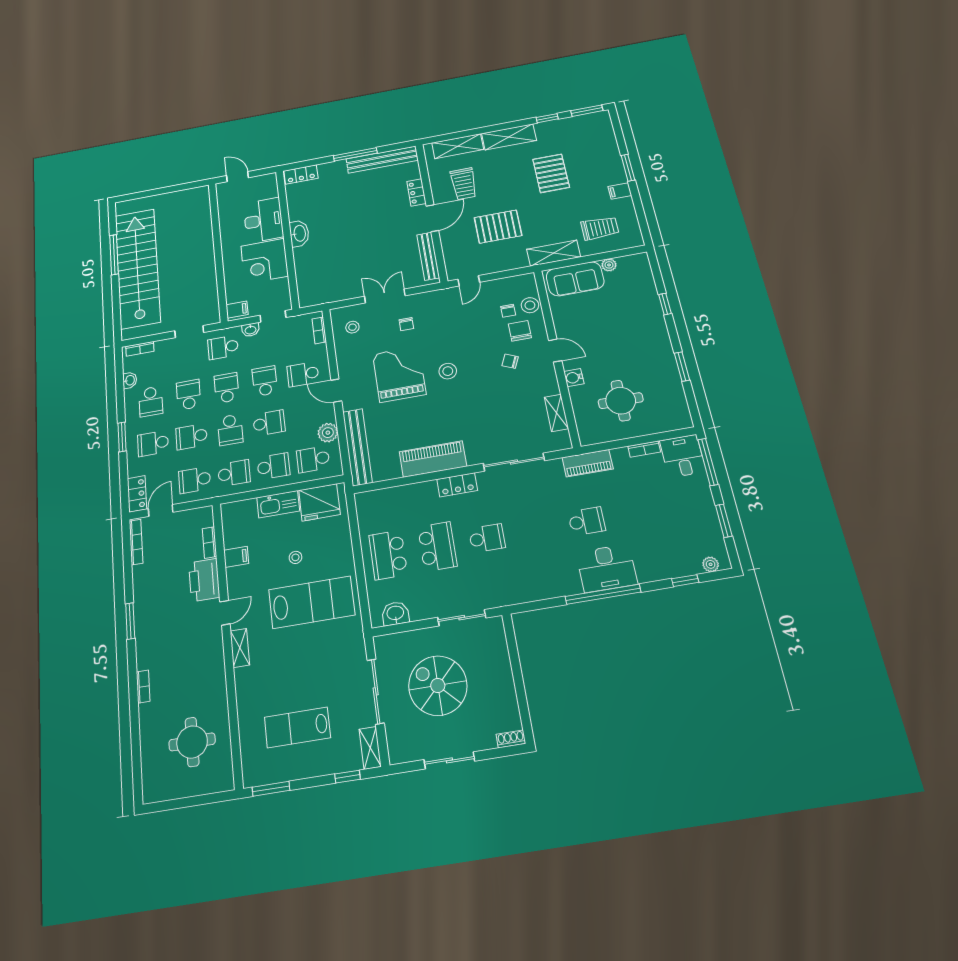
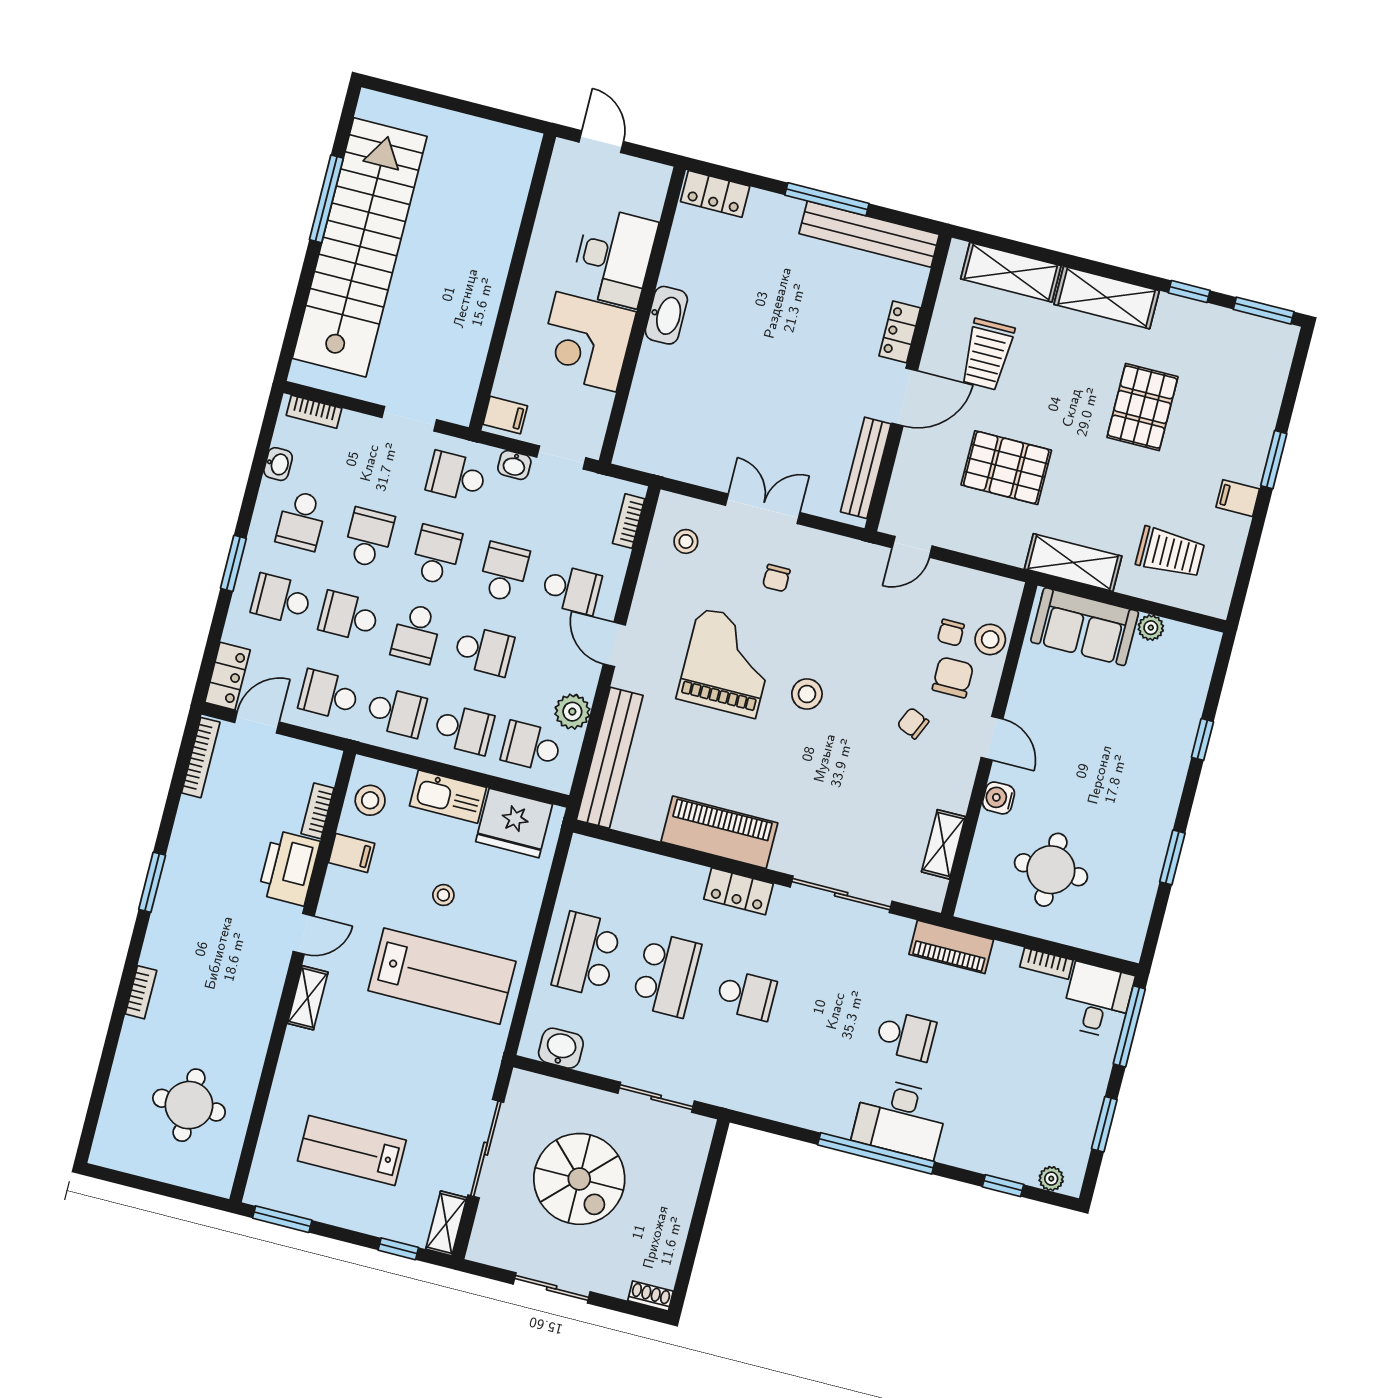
school desk: (303, 374) -> (571, 589), turned 180
stool: (236, 524) -> (370, 800), added
spiral stairs: (438, 686) -> (579, 1179), turned 180

